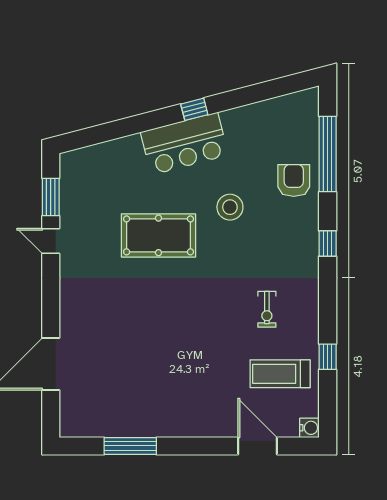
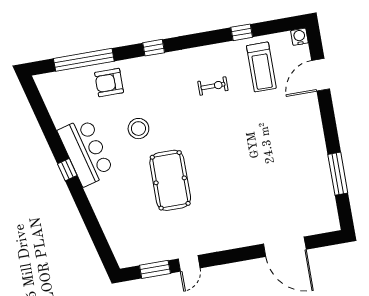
bar counter: (184, 144) -> (86, 152), moved

